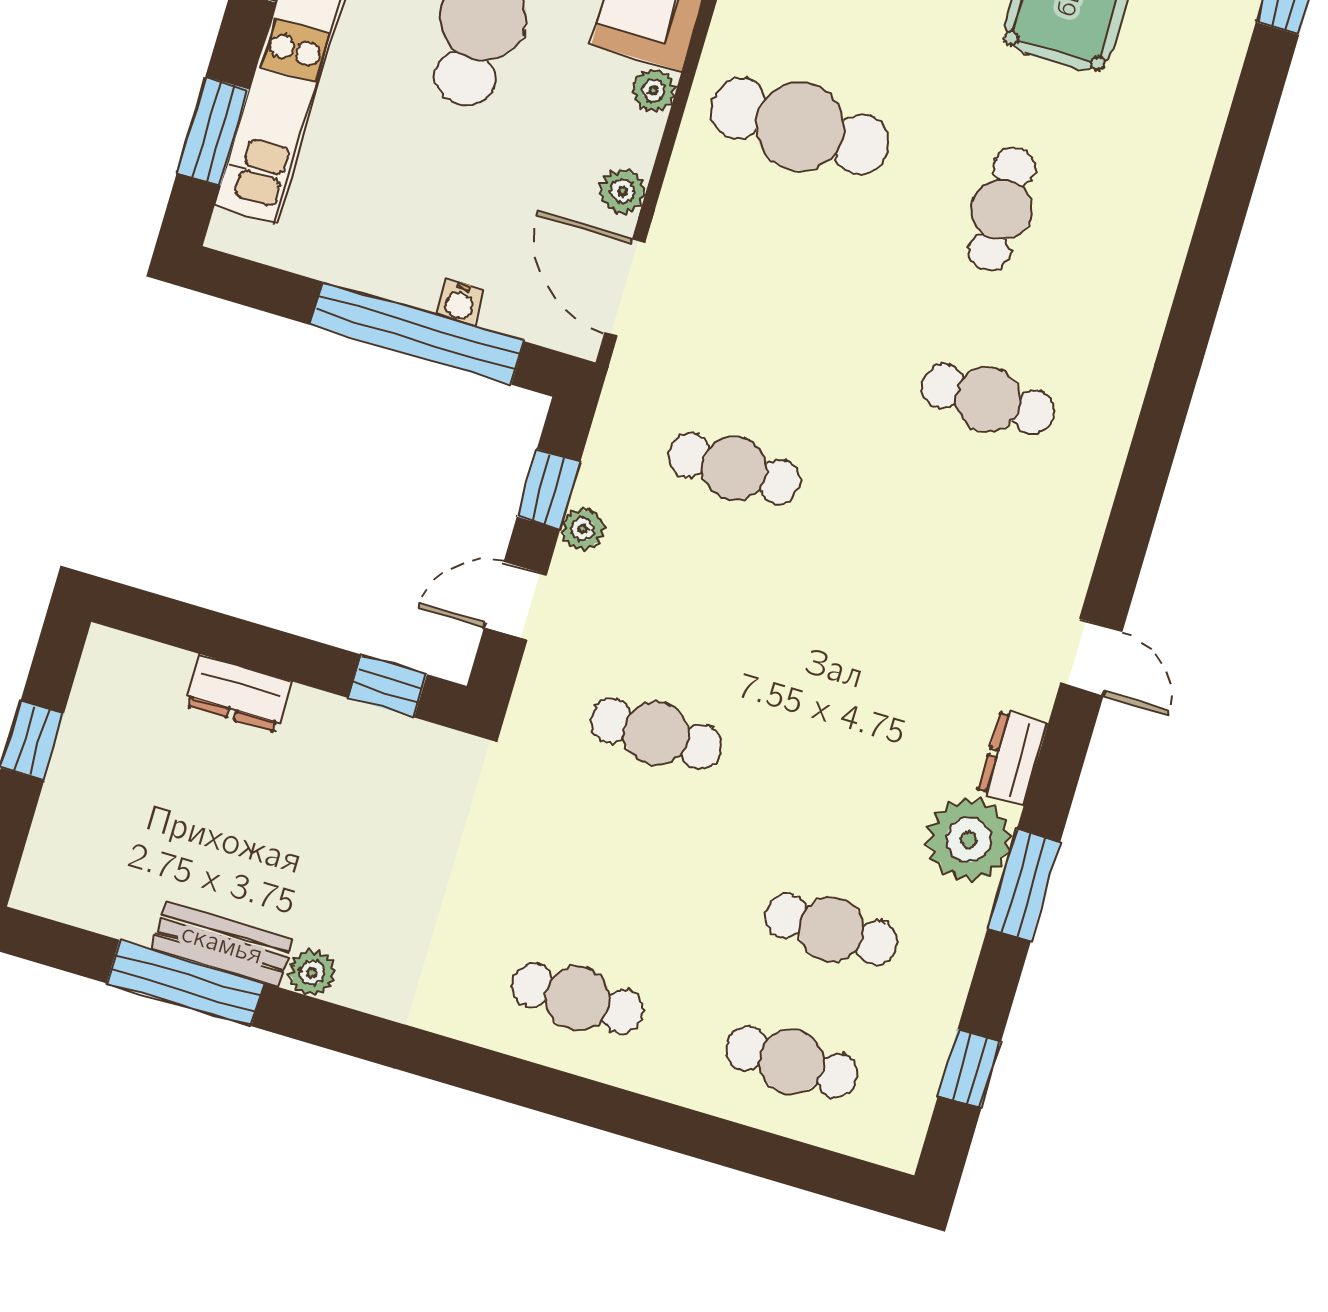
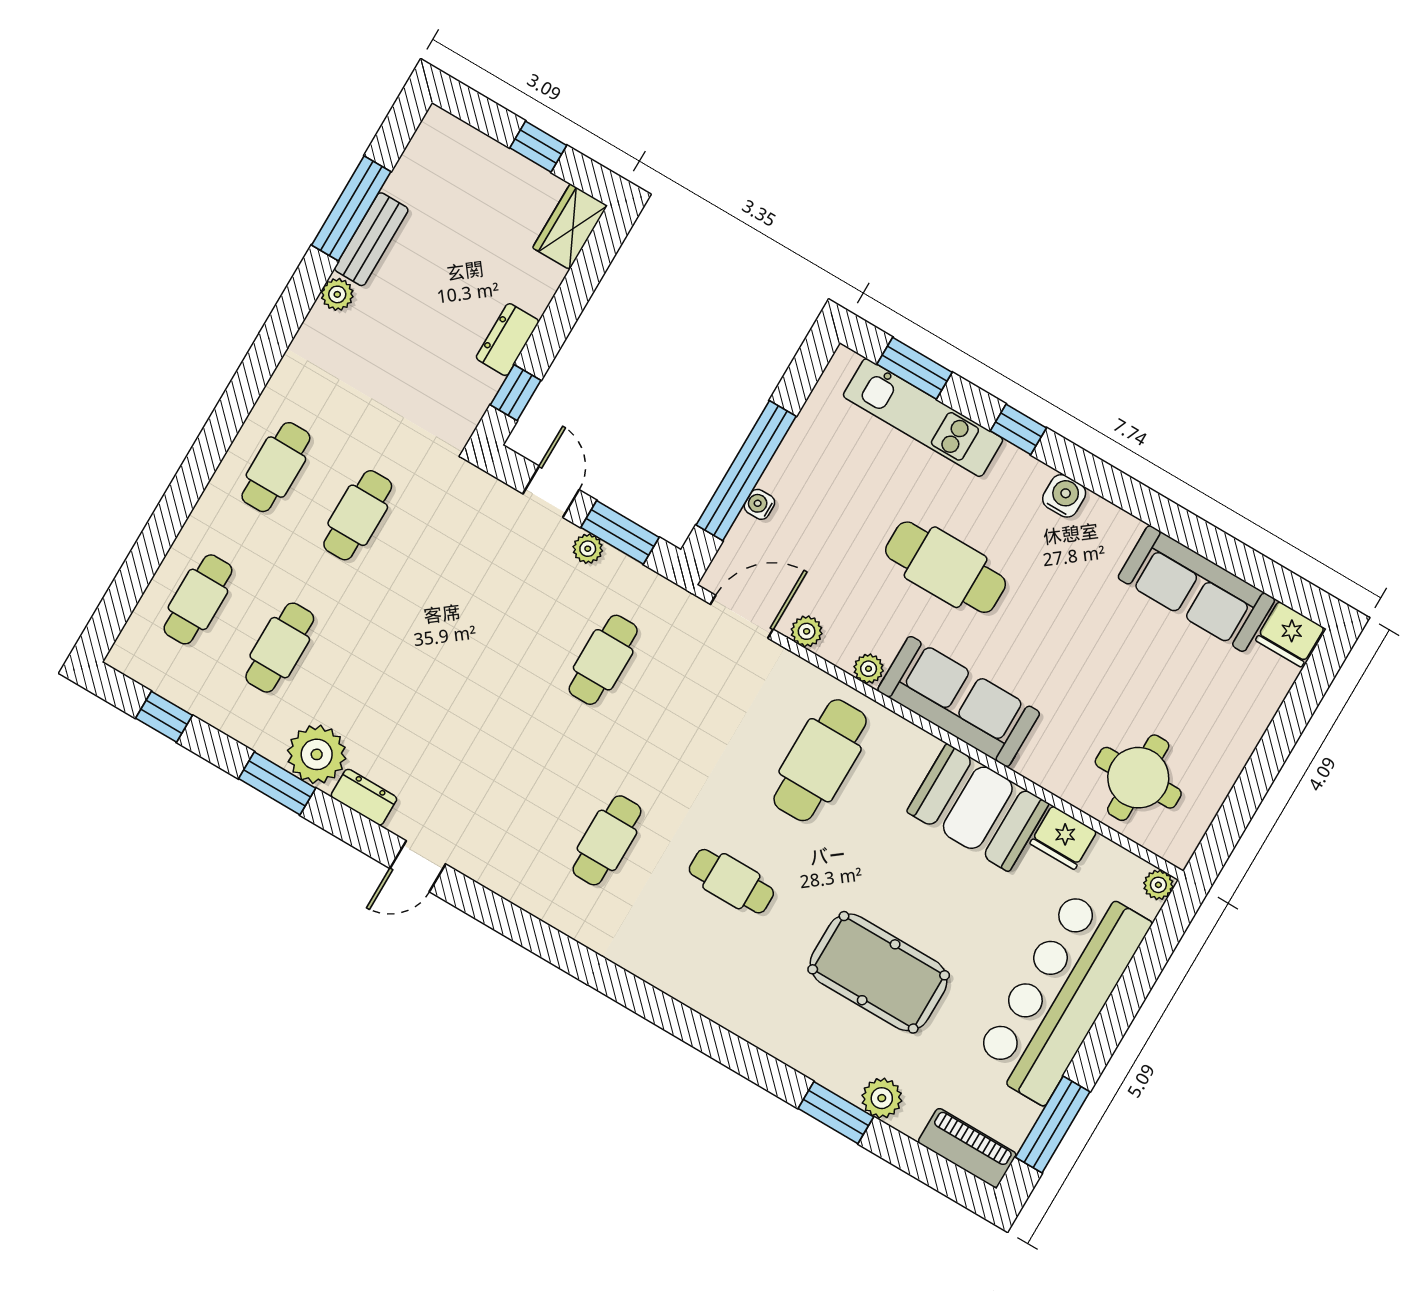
window: (549, 489) -> (620, 532), width x1.50
wardrobe: (134, 668) -> (570, 227), added
dresser: (238, 693) -> (507, 340), moved
cafe table: (656, 733) -> (358, 515), moved

